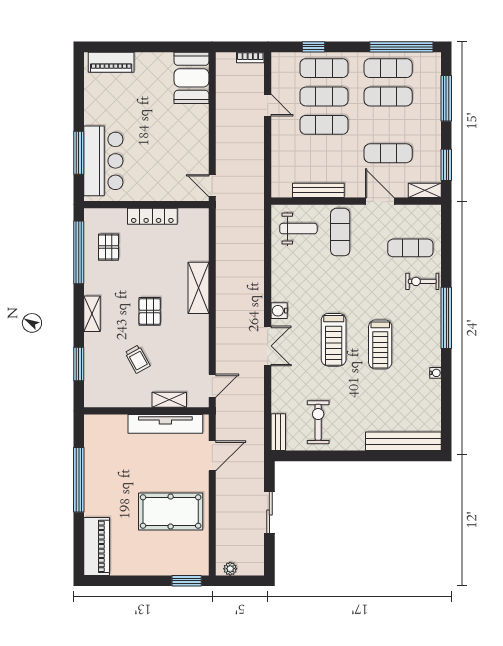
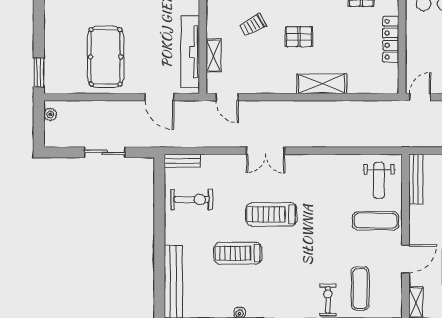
bench: (318, 190) -> (416, 179), moved
water cooler: (279, 311) -> (300, 162), removed
treadmill: (380, 345) -> (238, 253), moved

